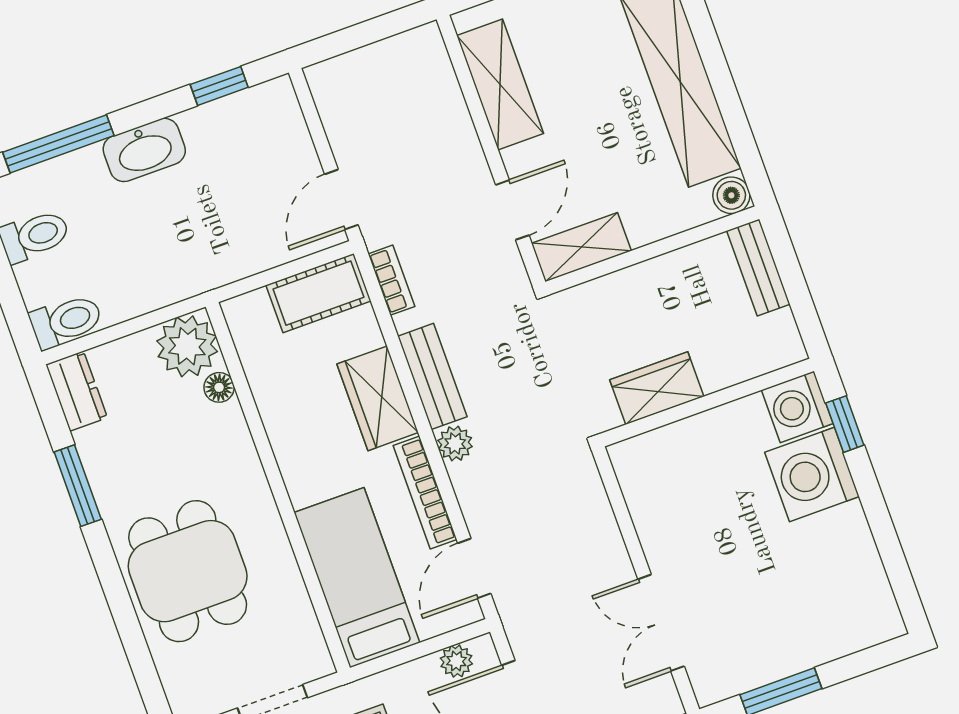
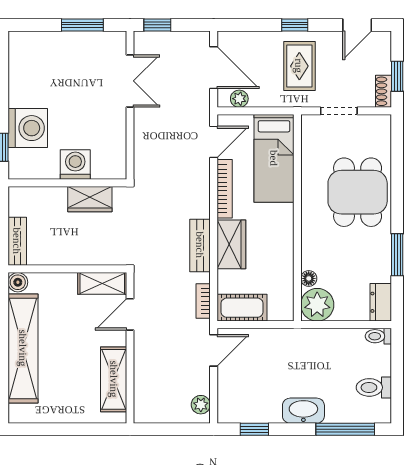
toilet: (66, 321) -> (378, 336), width x0.73, depth x0.72
washing machine: (797, 407) -> (75, 165), moved, turned -90
plant: (455, 444) -> (201, 405), moved

